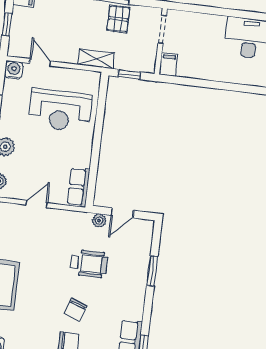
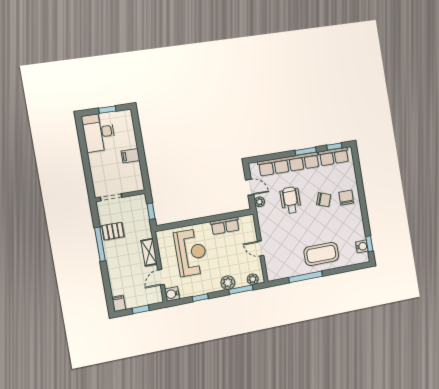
shelving: (96, 59) -> (149, 252), moved
filing cabinet: (169, 65) -> (130, 156), moved
row of seats: (78, 187) -> (225, 226), moved
window: (152, 271) -> (306, 151), moved
row of seats: (138, 275) -> (289, 164), added

